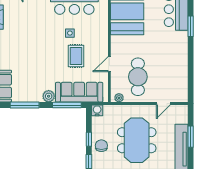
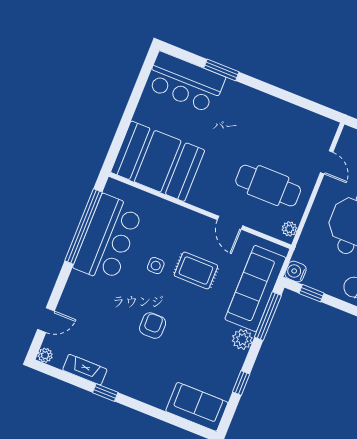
armchair: (37, 44) -> (153, 326), added
window: (25, 105) -> (241, 383), width x0.46
window: (89, 139) -> (312, 293), moved

